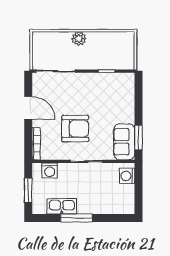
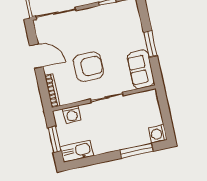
window: (139, 137) -> (150, 44), moved
washing machine: (127, 176) -> (158, 134), moved
kitchen sink: (62, 206) -> (77, 151), moved
window: (76, 218) -> (136, 151), moved

